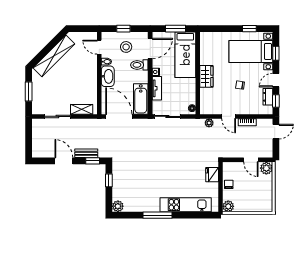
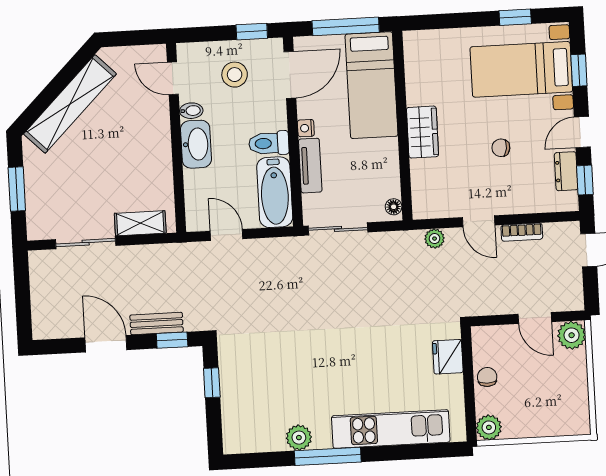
window: (123, 29) -> (252, 32), moved
window: (175, 29) -> (346, 26), width x1.44
toilet: (139, 65) -> (269, 143), moved
door: (119, 116) -> (227, 235), width x0.53
plant: (118, 206) -> (299, 438), moved

